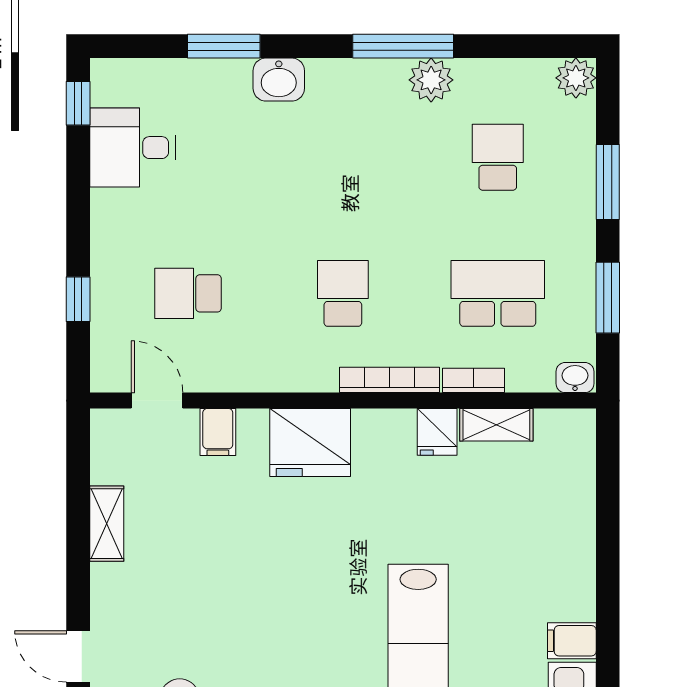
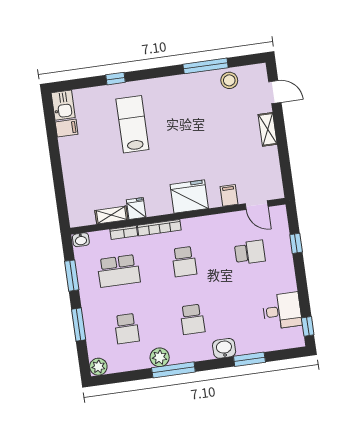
school desk: (343, 157) -> (192, 319), added
shelving: (107, 524) -> (268, 129), moved

